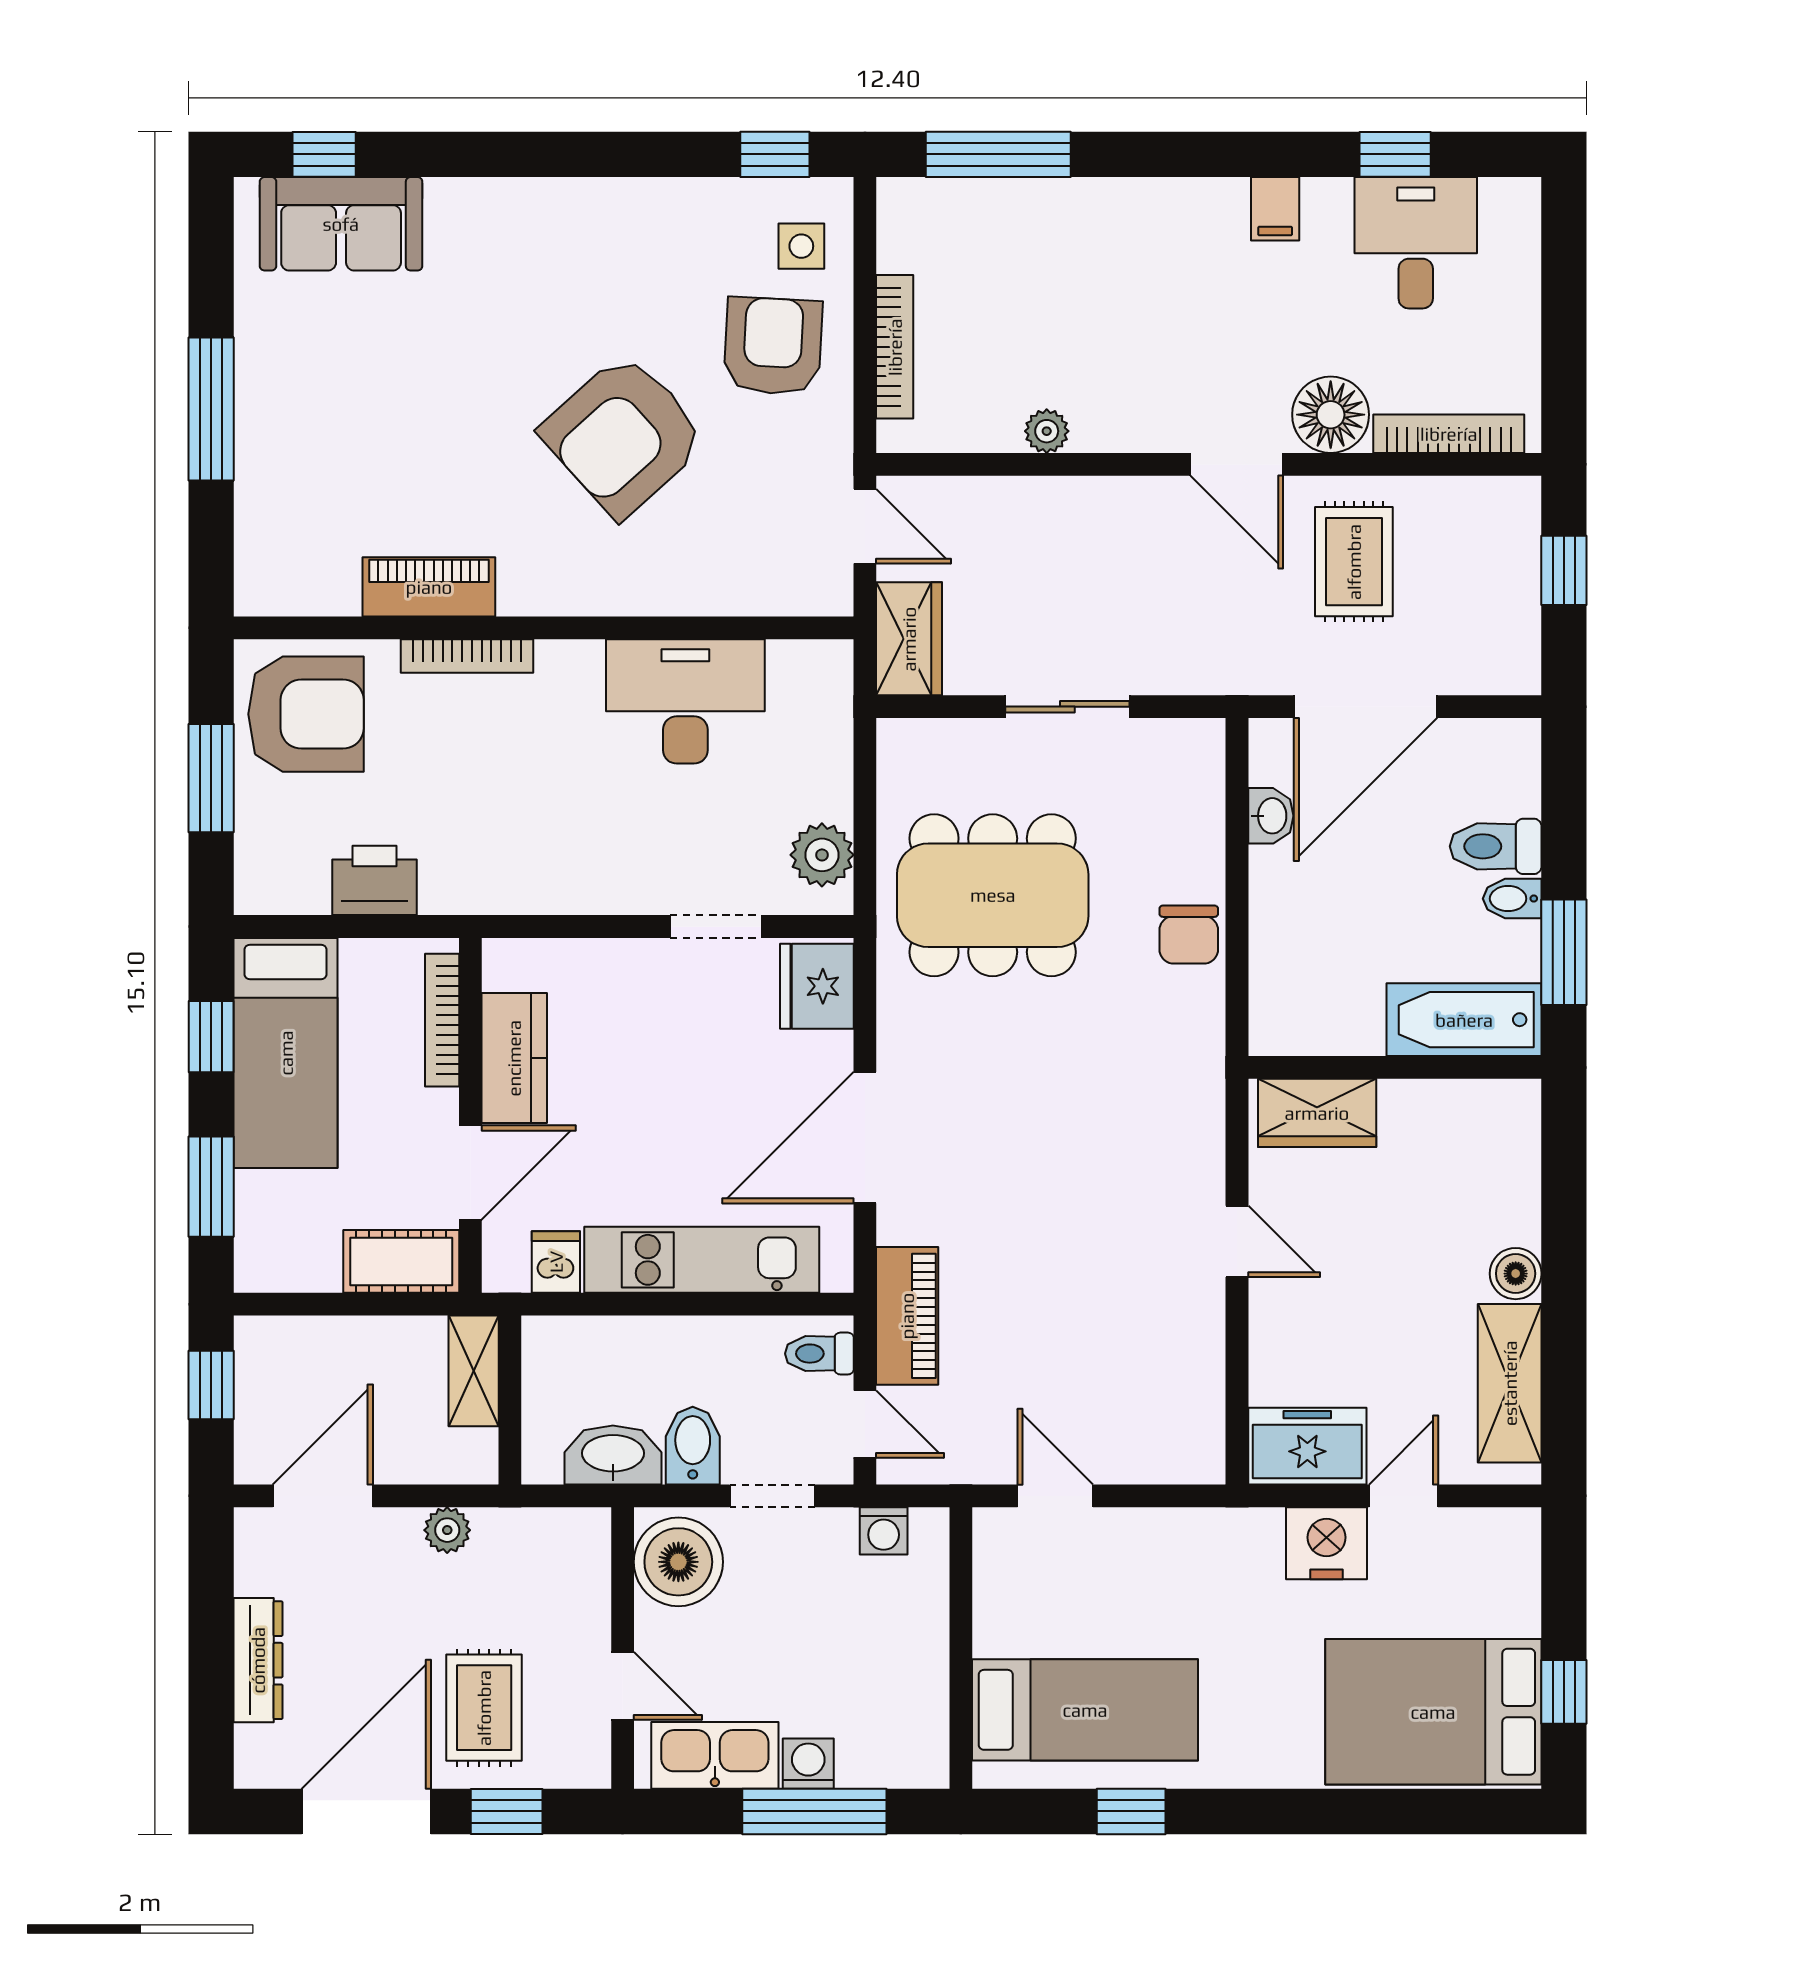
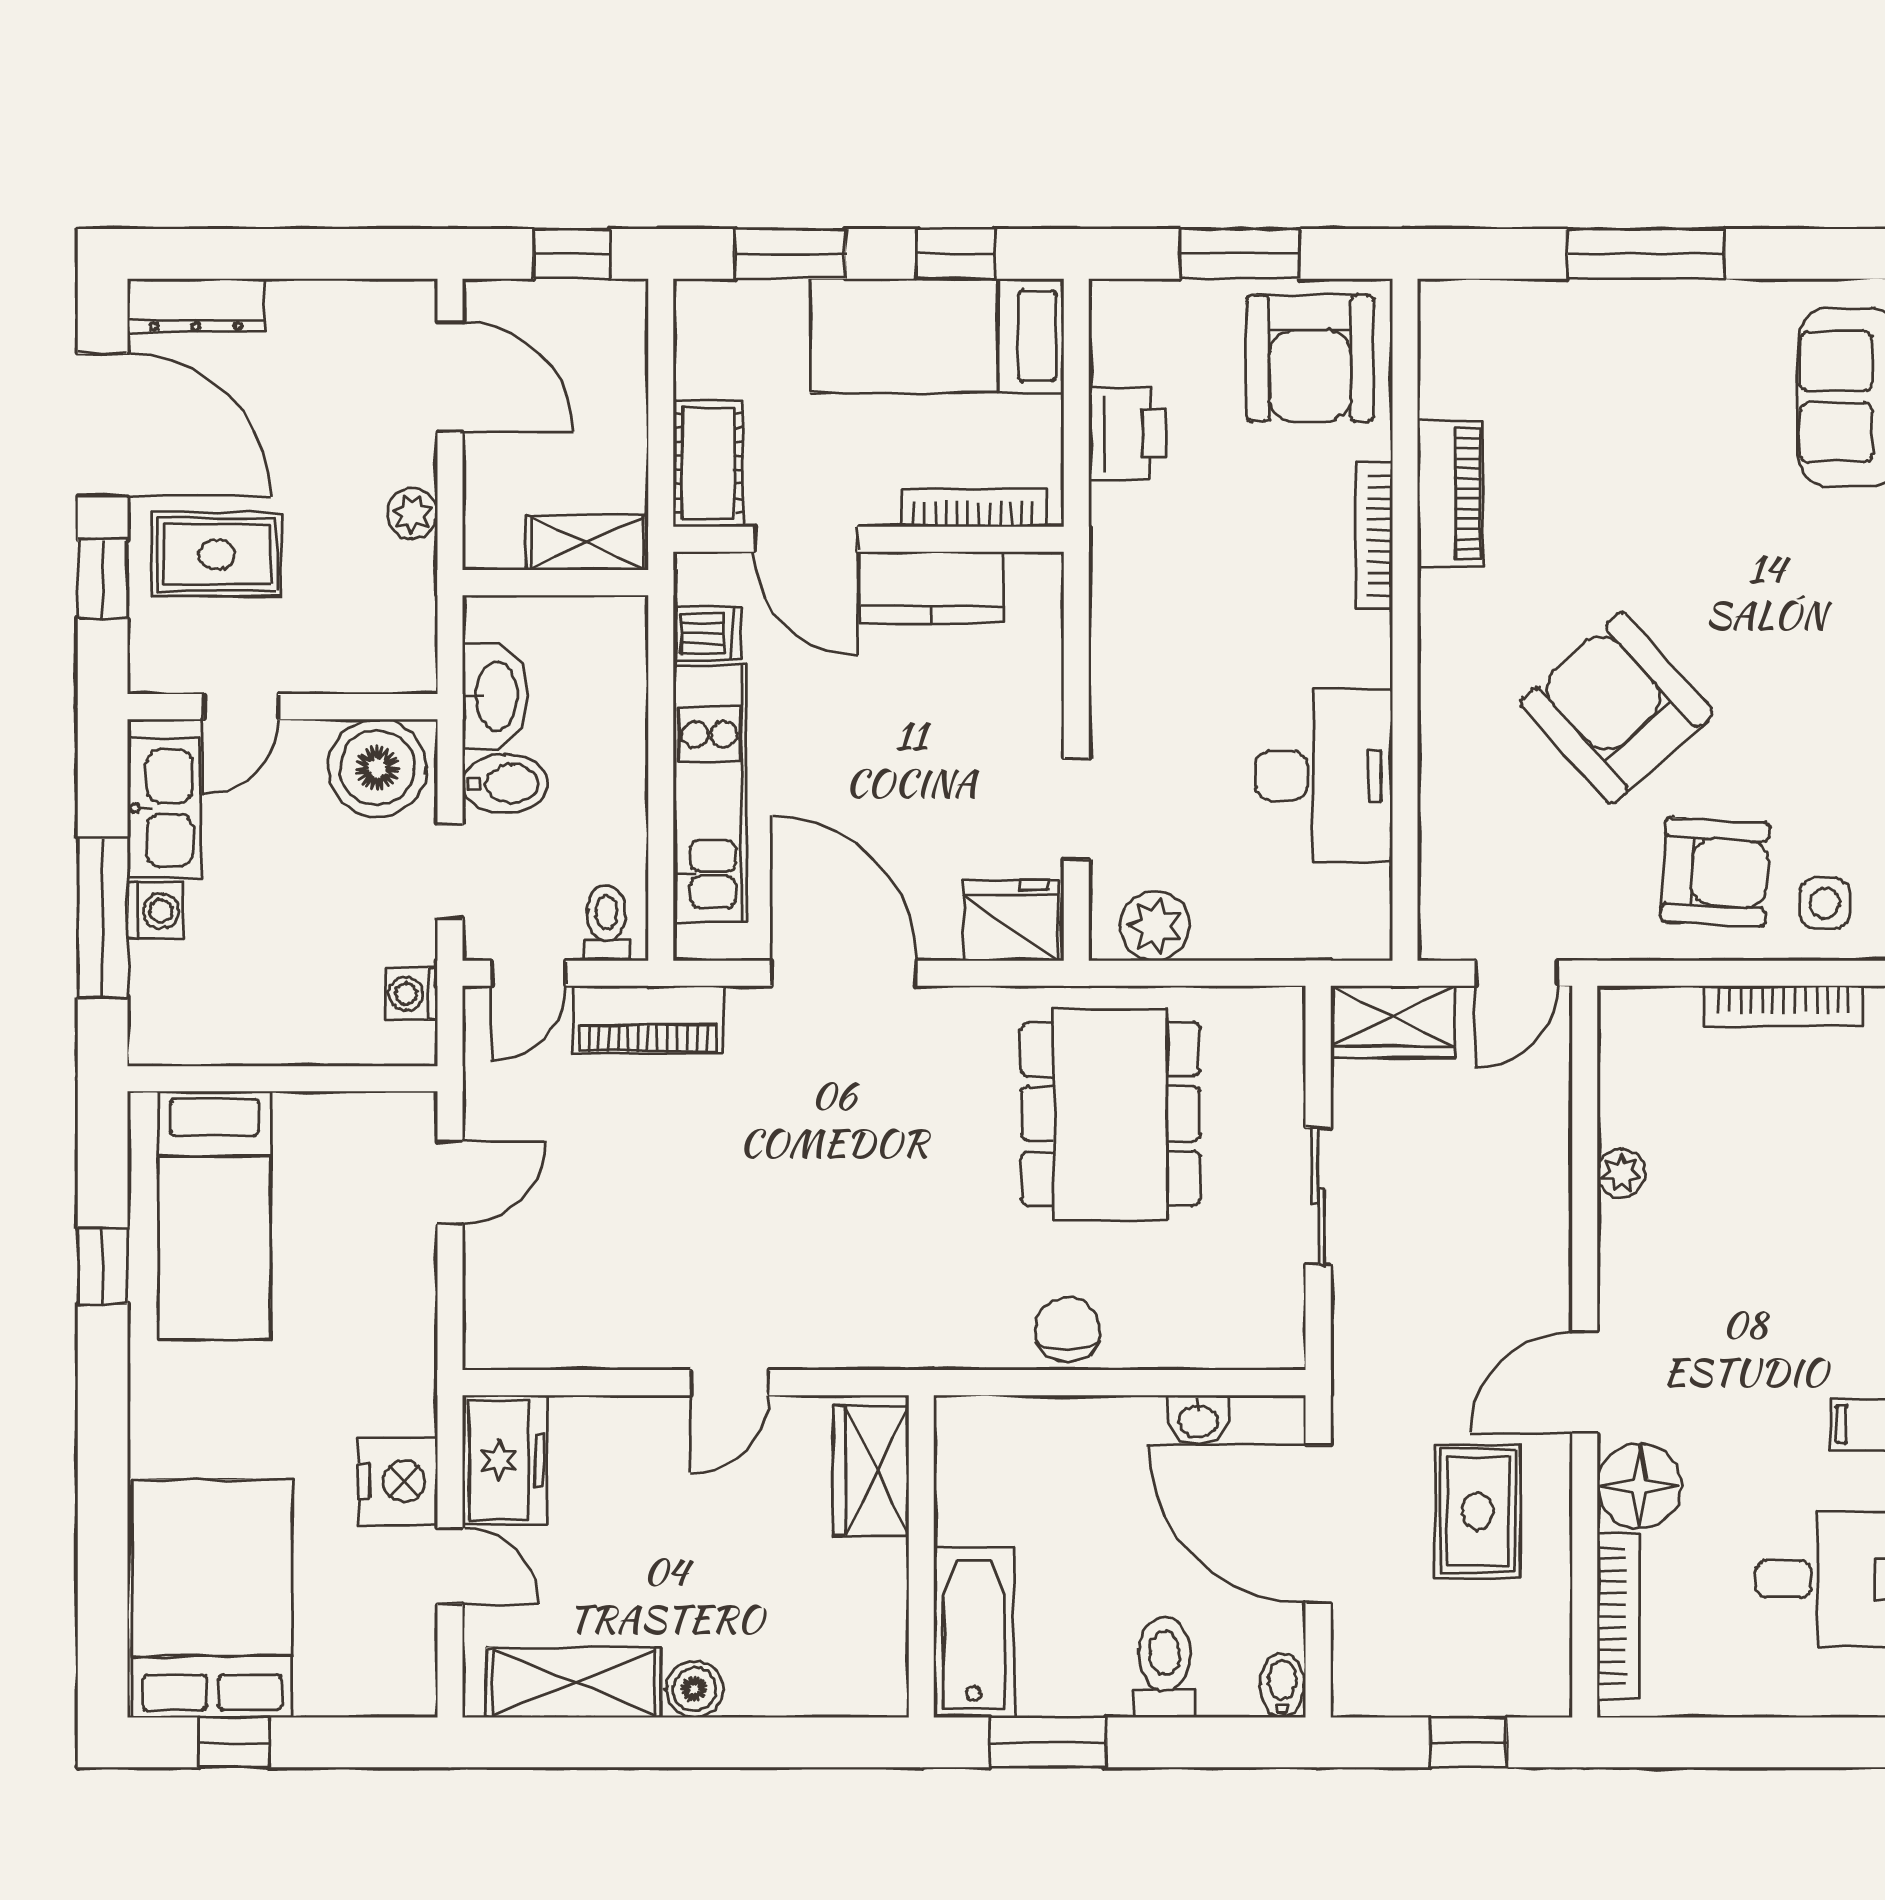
bookcase: (895, 347) -> (1784, 1006), moved
rug: (1354, 562) -> (1478, 1511), turned 90
bidet: (1512, 899) -> (1282, 1685), moved
chair: (1189, 935) -> (1067, 1330), turned 90
dresser: (258, 1660) -> (196, 306), moved

